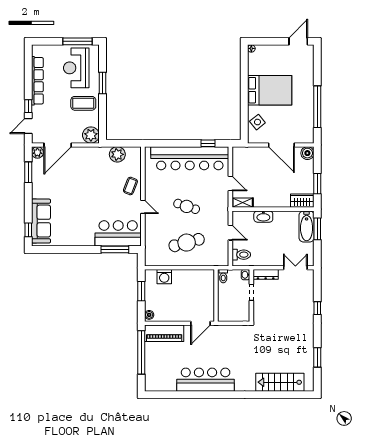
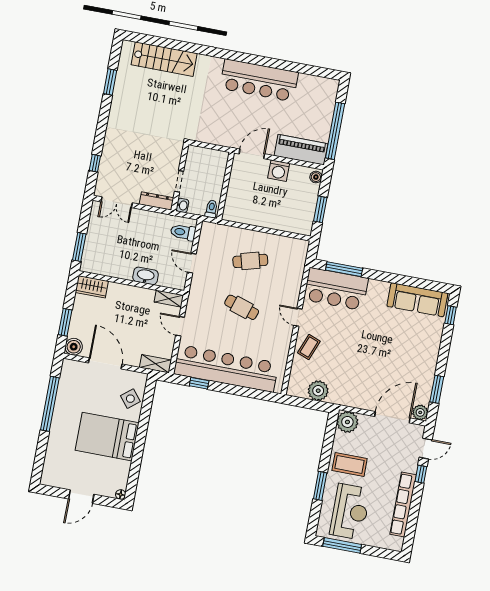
door: (298, 41) -> (81, 497), moved
shelving: (244, 152) -> (155, 364), added
window: (317, 184) -> (65, 322), moved
sofa: (41, 221) -> (417, 300), moved, turned -90
bathtub: (307, 226) -> (92, 253), removed
cafe table: (187, 243) -> (250, 261), width x0.73, depth x0.74
washing machine: (164, 277) -> (279, 171), moved, turned 180
window: (317, 308) -> (95, 163), moved

